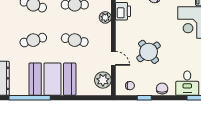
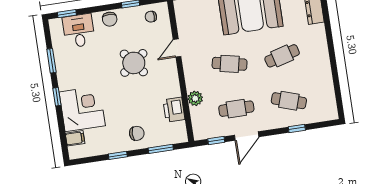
door: (113, 58) -> (177, 48), hinge flipped
plant: (103, 80) -> (186, 19), removed

